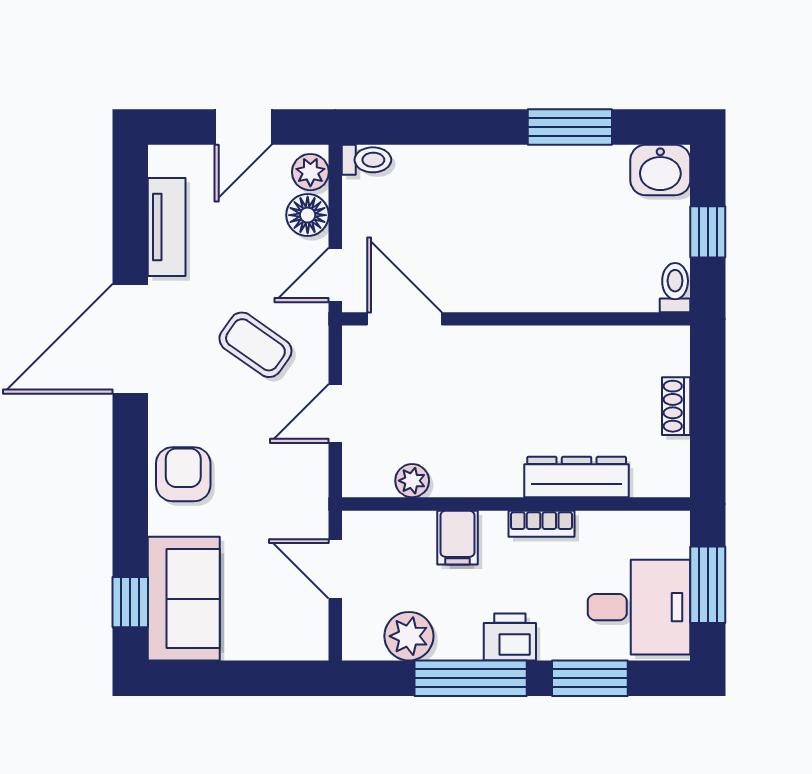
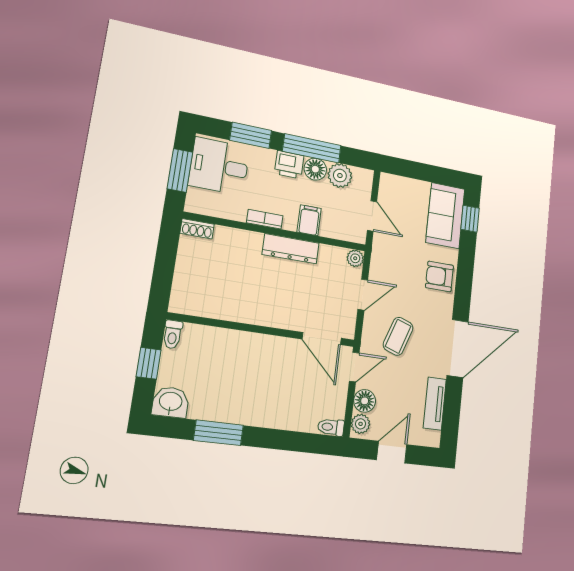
coffee table: (255, 345) -> (398, 336), turned 74
shoe rack: (676, 406) -> (197, 229), moved, turned 90
armchair: (183, 474) -> (439, 276), turned 90
dresser: (577, 477) -> (291, 249), moved
plant: (412, 481) -> (355, 258), moved
floor lamp: (459, 639) -> (315, 169), added

